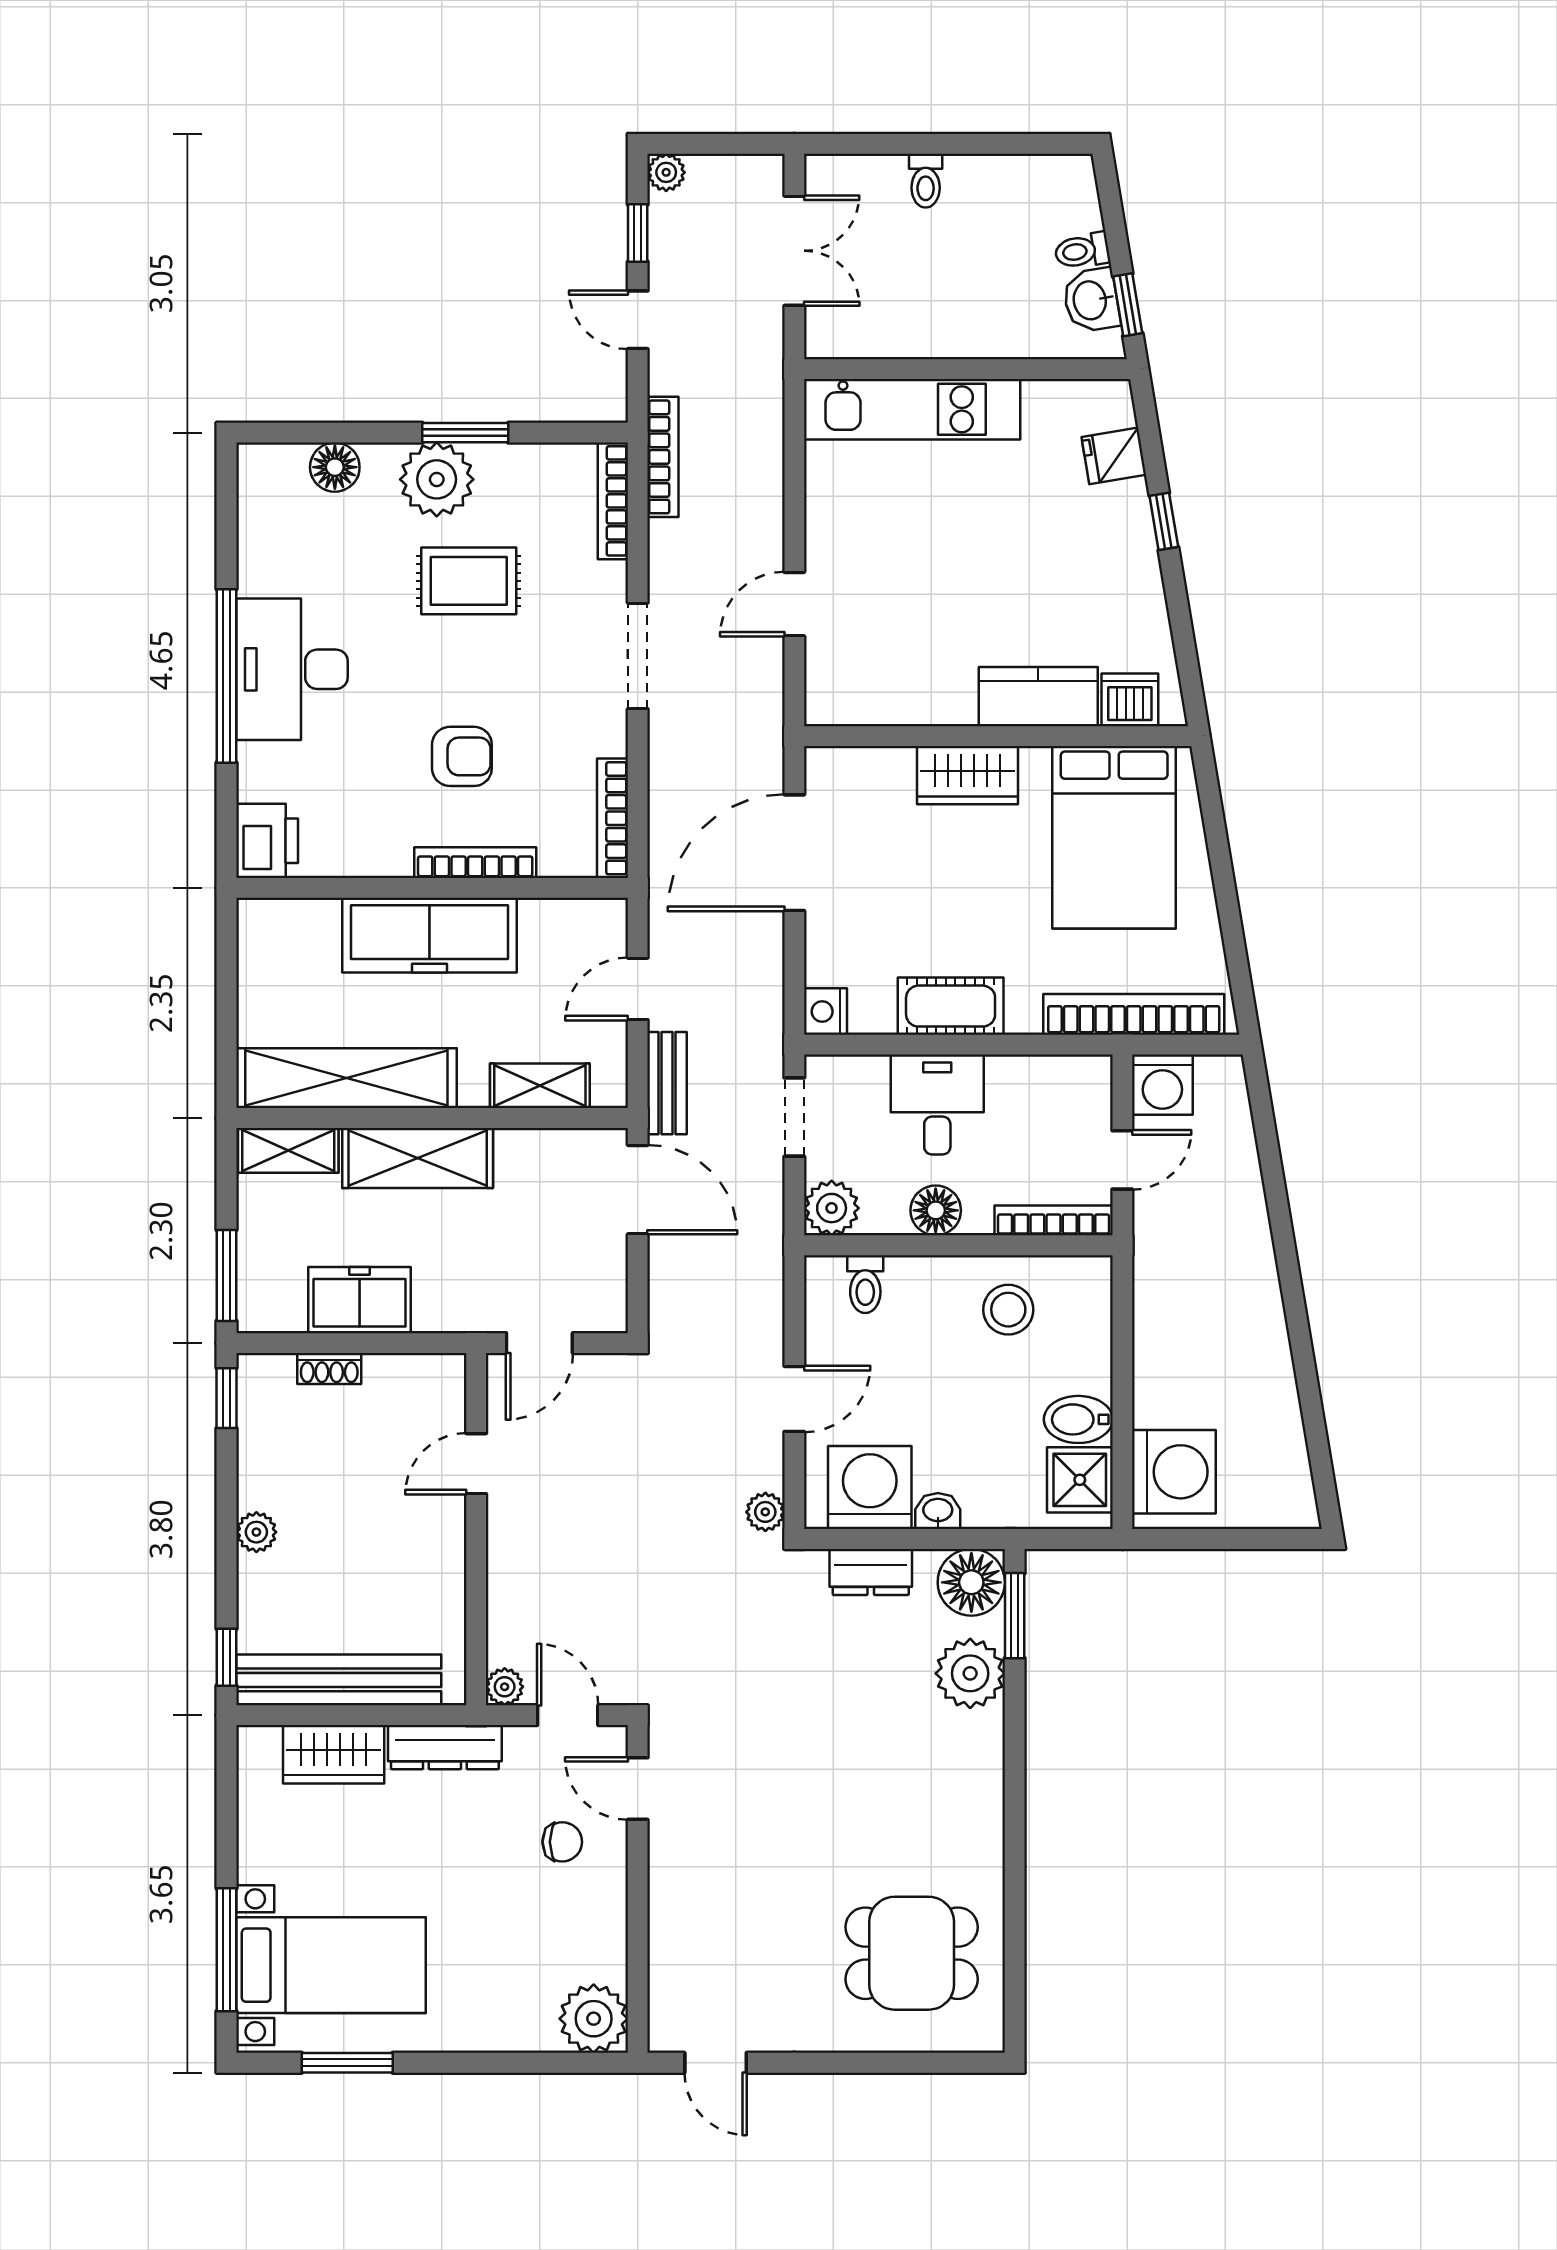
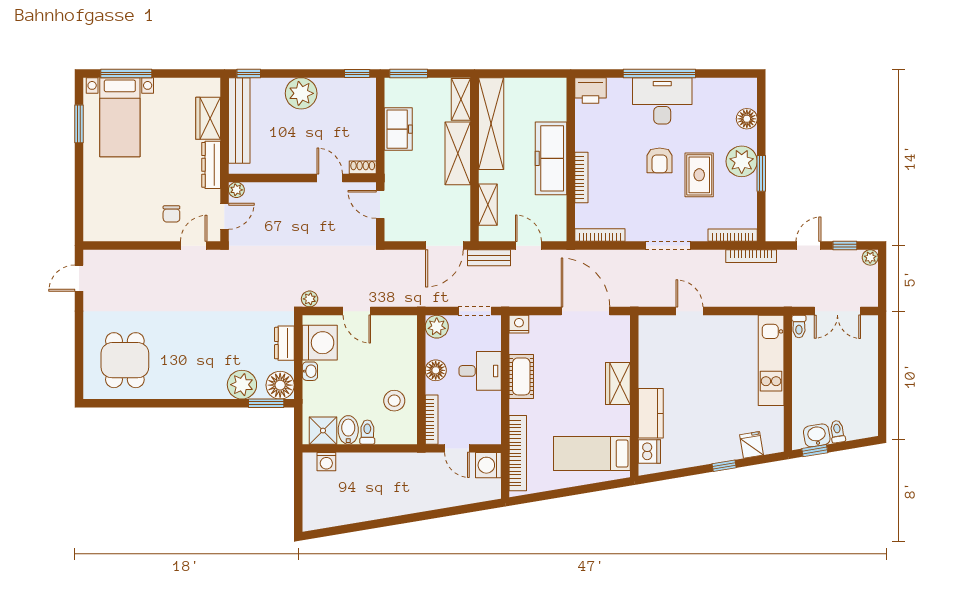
toilet: (926, 181) -> (799, 327), moved, turned -90
armchair: (462, 756) -> (660, 160), moved
bed: (1114, 837) -> (592, 454), width x0.67
toilet: (865, 1284) -> (367, 432), moved, turned 90
shoe rack: (329, 1368) -> (363, 167), moved, turned 90
washing machine: (1174, 1472) -> (326, 462), width x0.53, depth x0.53
plant: (256, 1532) -> (301, 93), width x1.88, depth x1.88
plant: (594, 2019) -> (97, 227), removed

